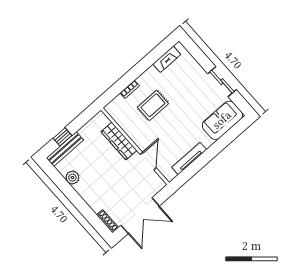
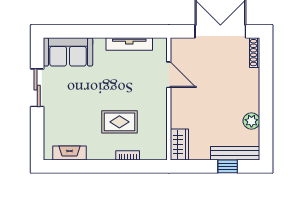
wardrobe: (119, 141) -> (179, 144), moved, width x0.67
door: (148, 161) -> (169, 75), swing flipped

